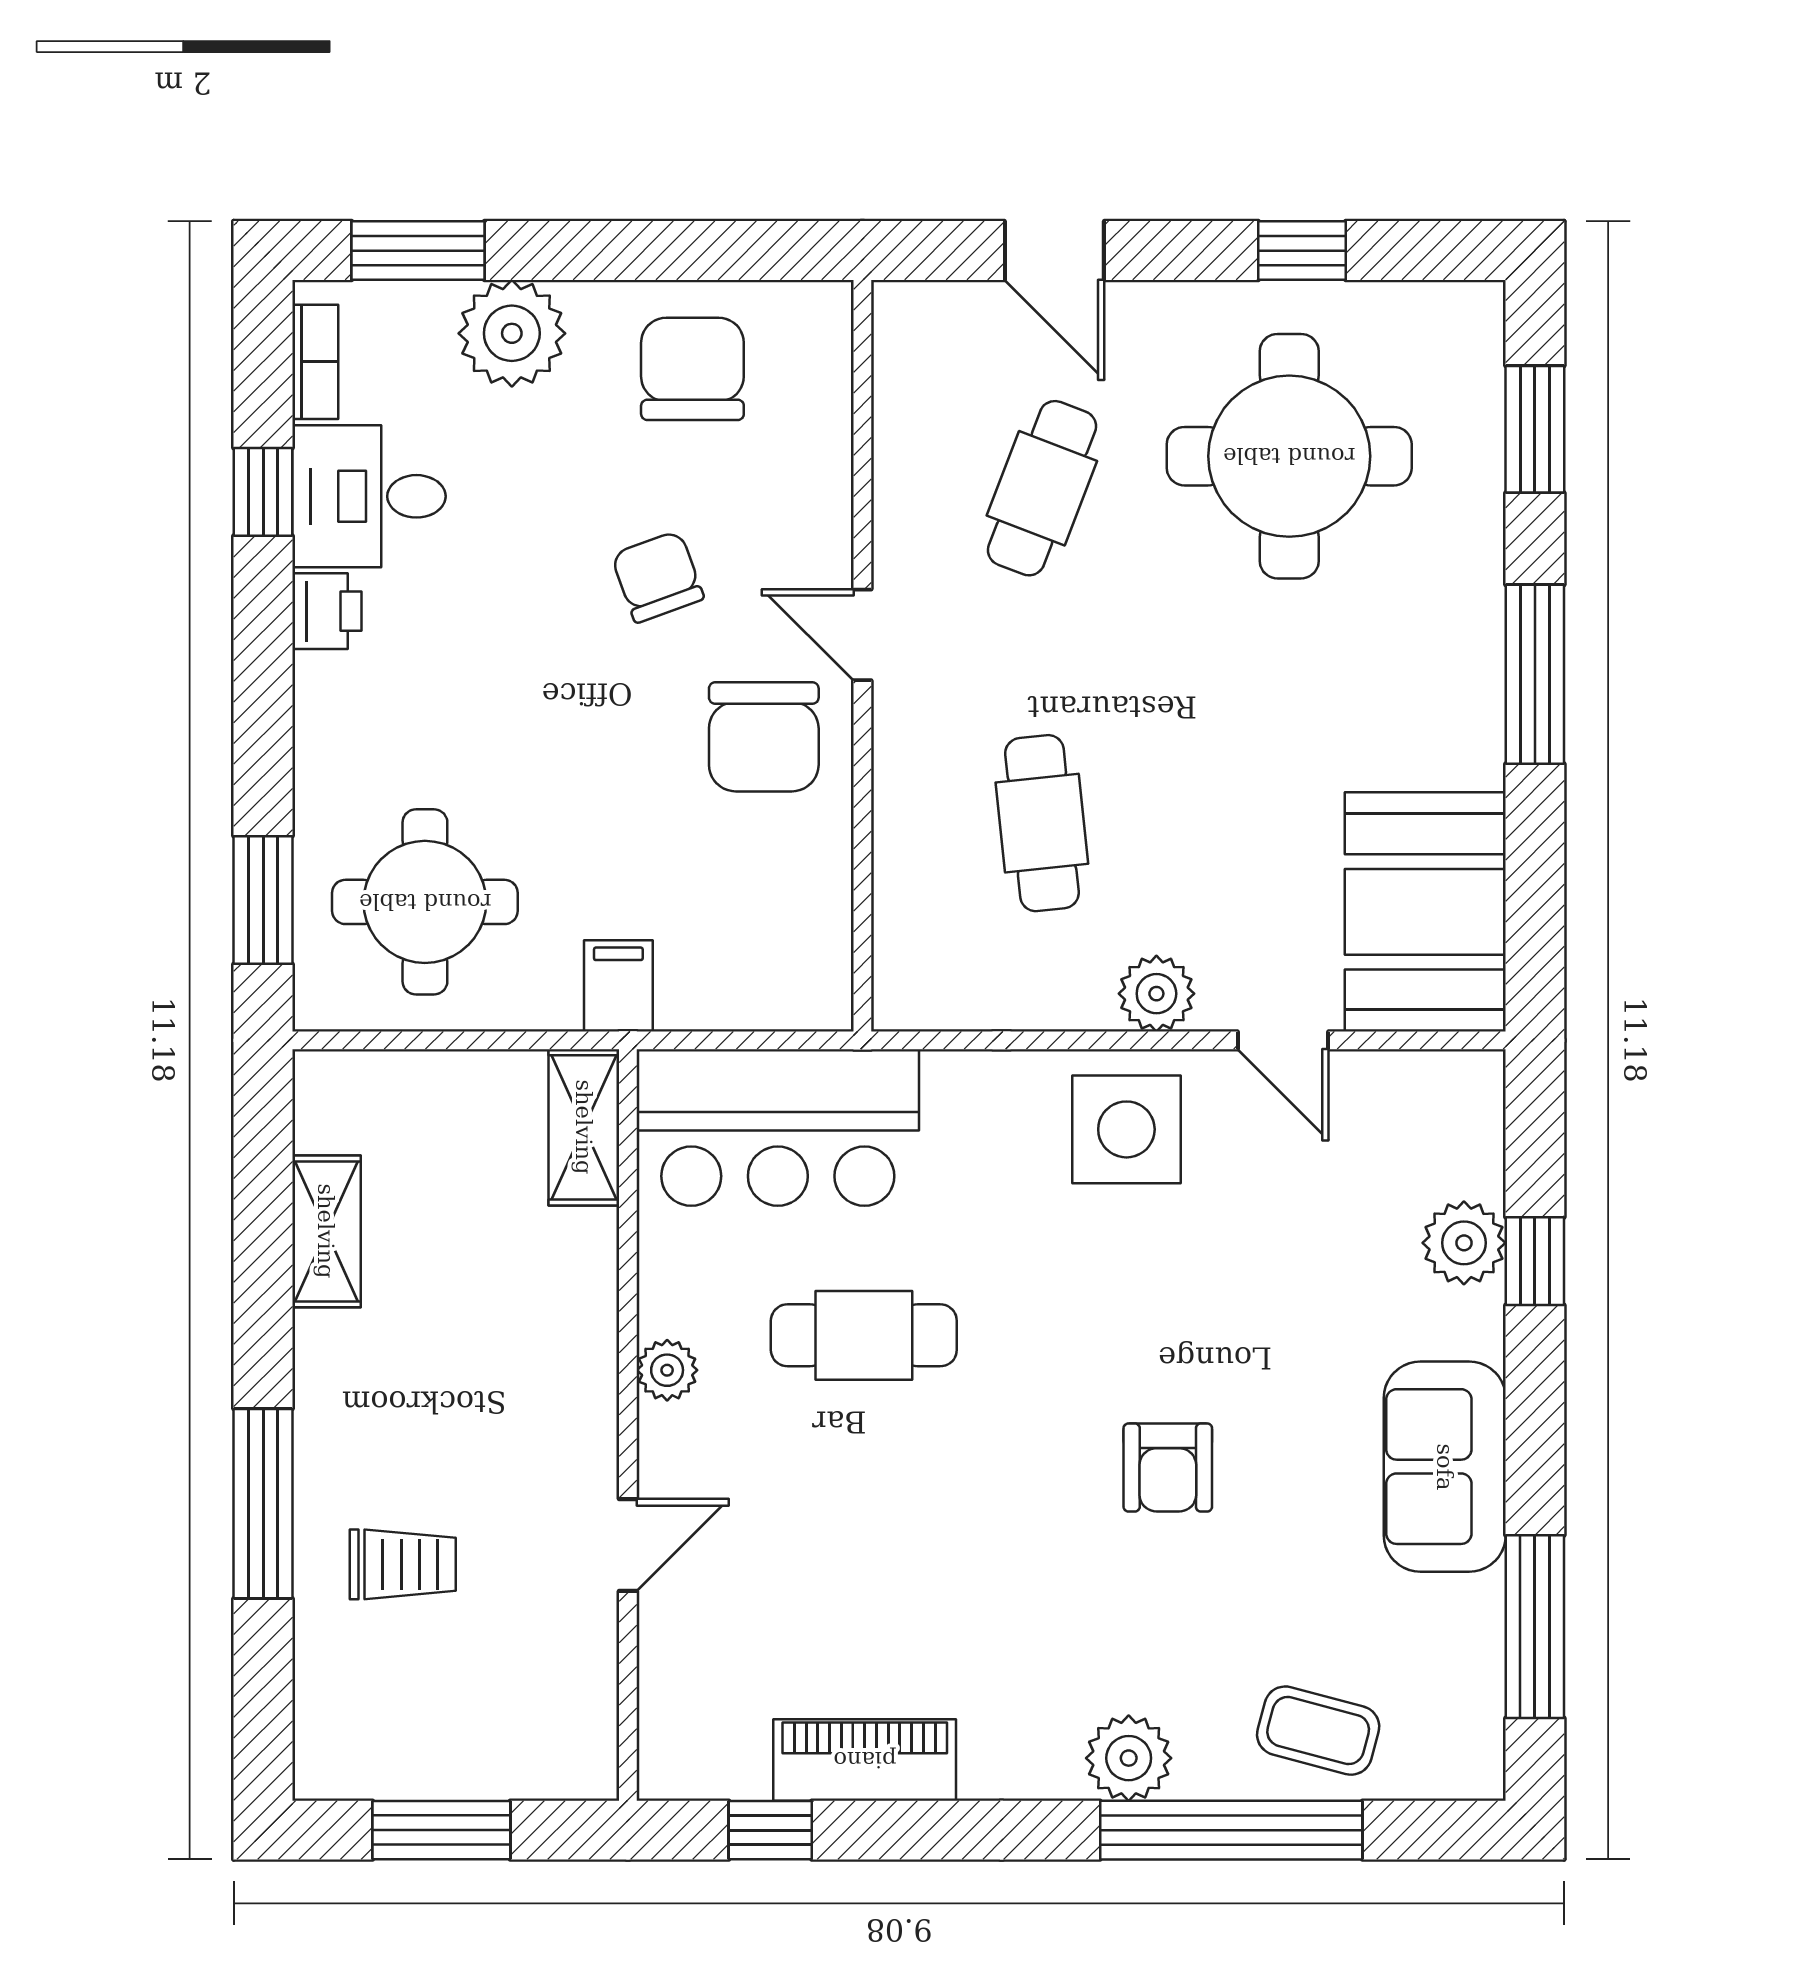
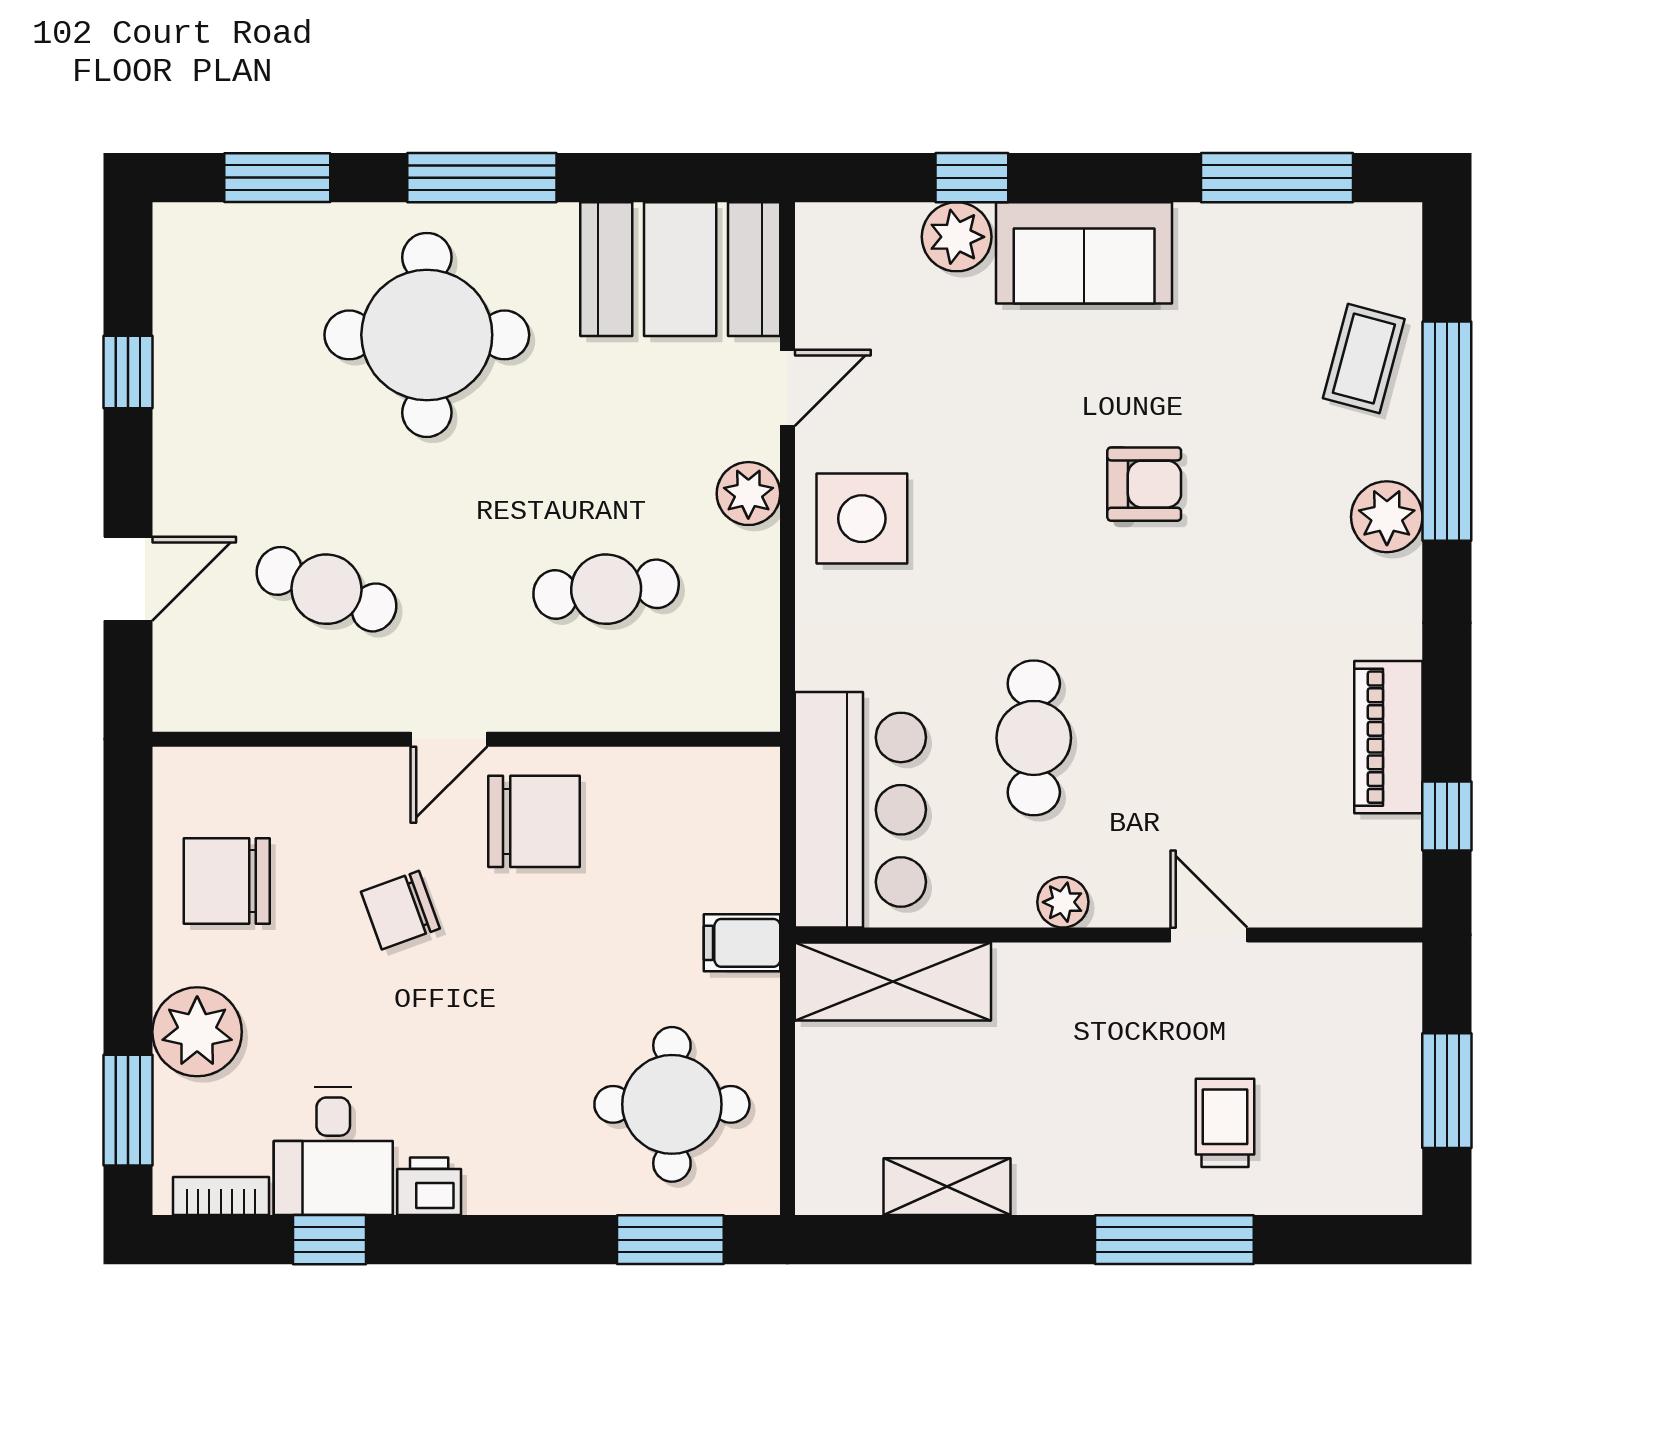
round table: (1289, 456) -> (427, 335), moved
shelving: (584, 1127) -> (893, 981), width x1.50, depth x1.33
sofa: (1445, 1467) -> (1084, 253), moved

